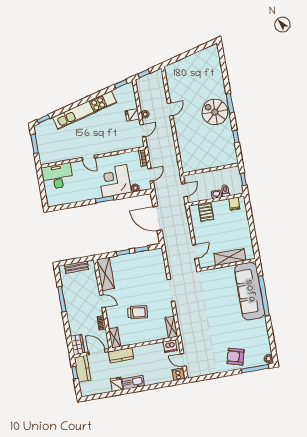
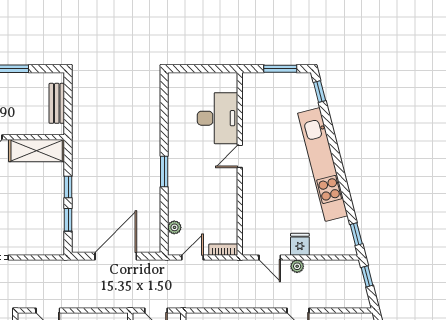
door: (151, 175) -> (193, 258), swing flipped
desk: (57, 176) -> (218, 118), moved
corner desk: (115, 181) -> (193, 194), removed

